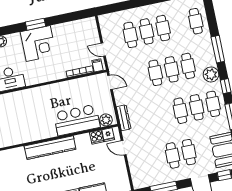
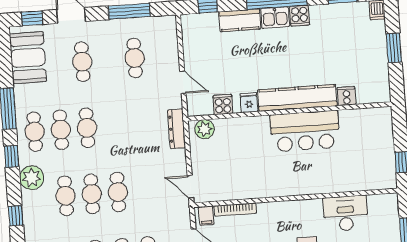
window: (218, 49) -> (16, 216), width x0.46
bar counter: (77, 120) -> (305, 131), moved
fridge: (108, 135) -> (249, 103), moved
cooker: (19, 153) -> (347, 96), added
cafe table: (173, 155) -> (135, 58), moved

